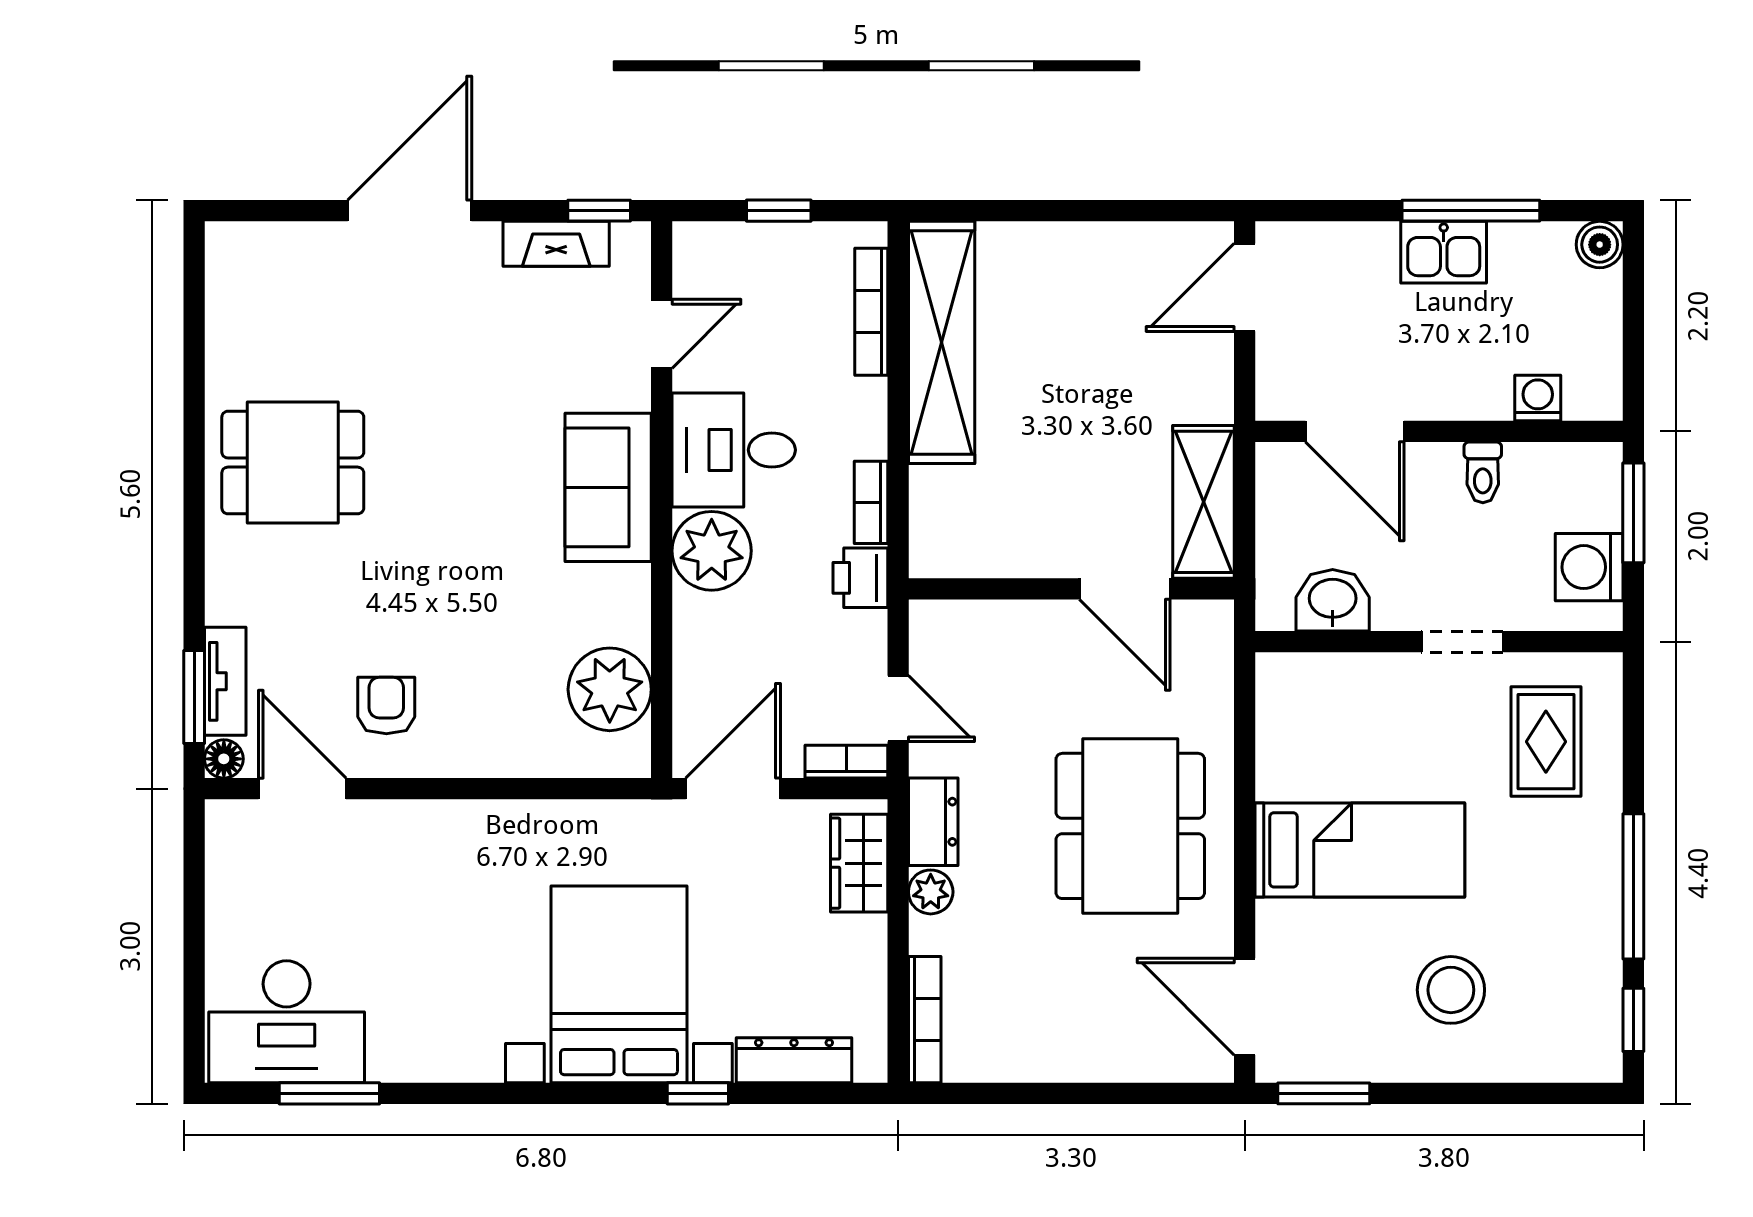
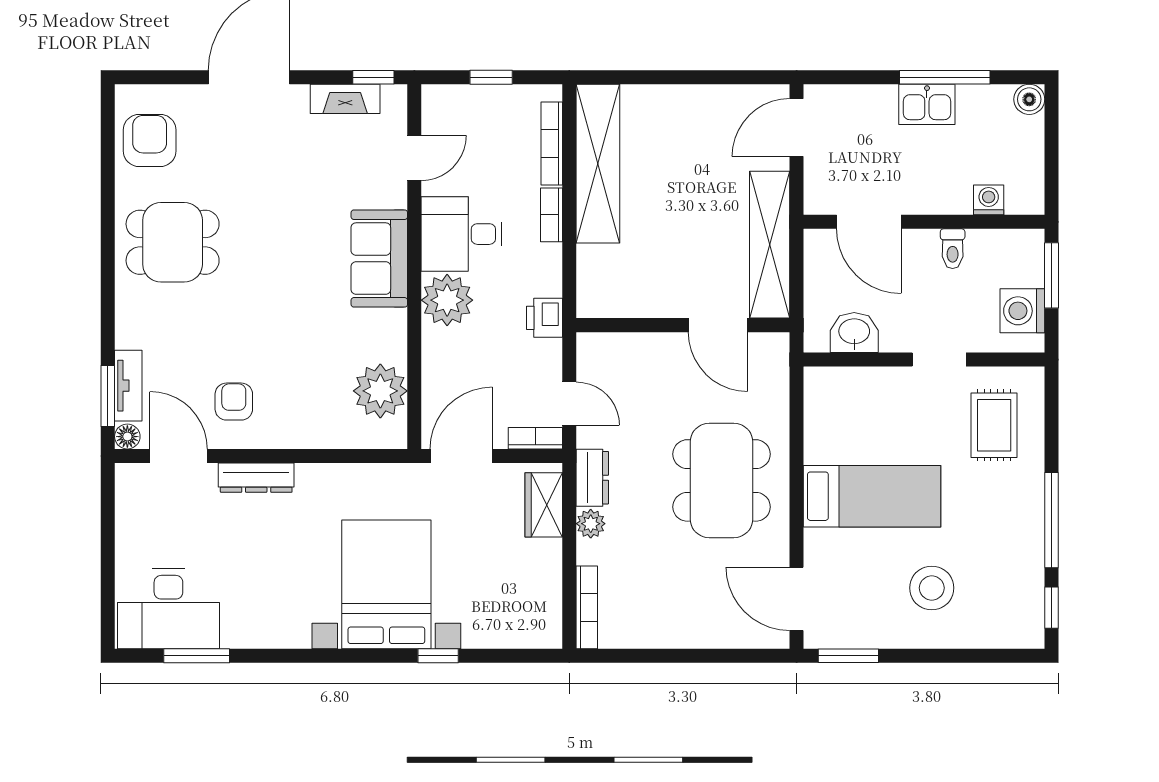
armchair: (258, 307) -> (150, 140), added
bookcase: (871, 502) -> (552, 215), moved
shelving: (1204, 502) -> (770, 245), width x1.47
dresser: (794, 1060) -> (256, 478), moved, turned 180

